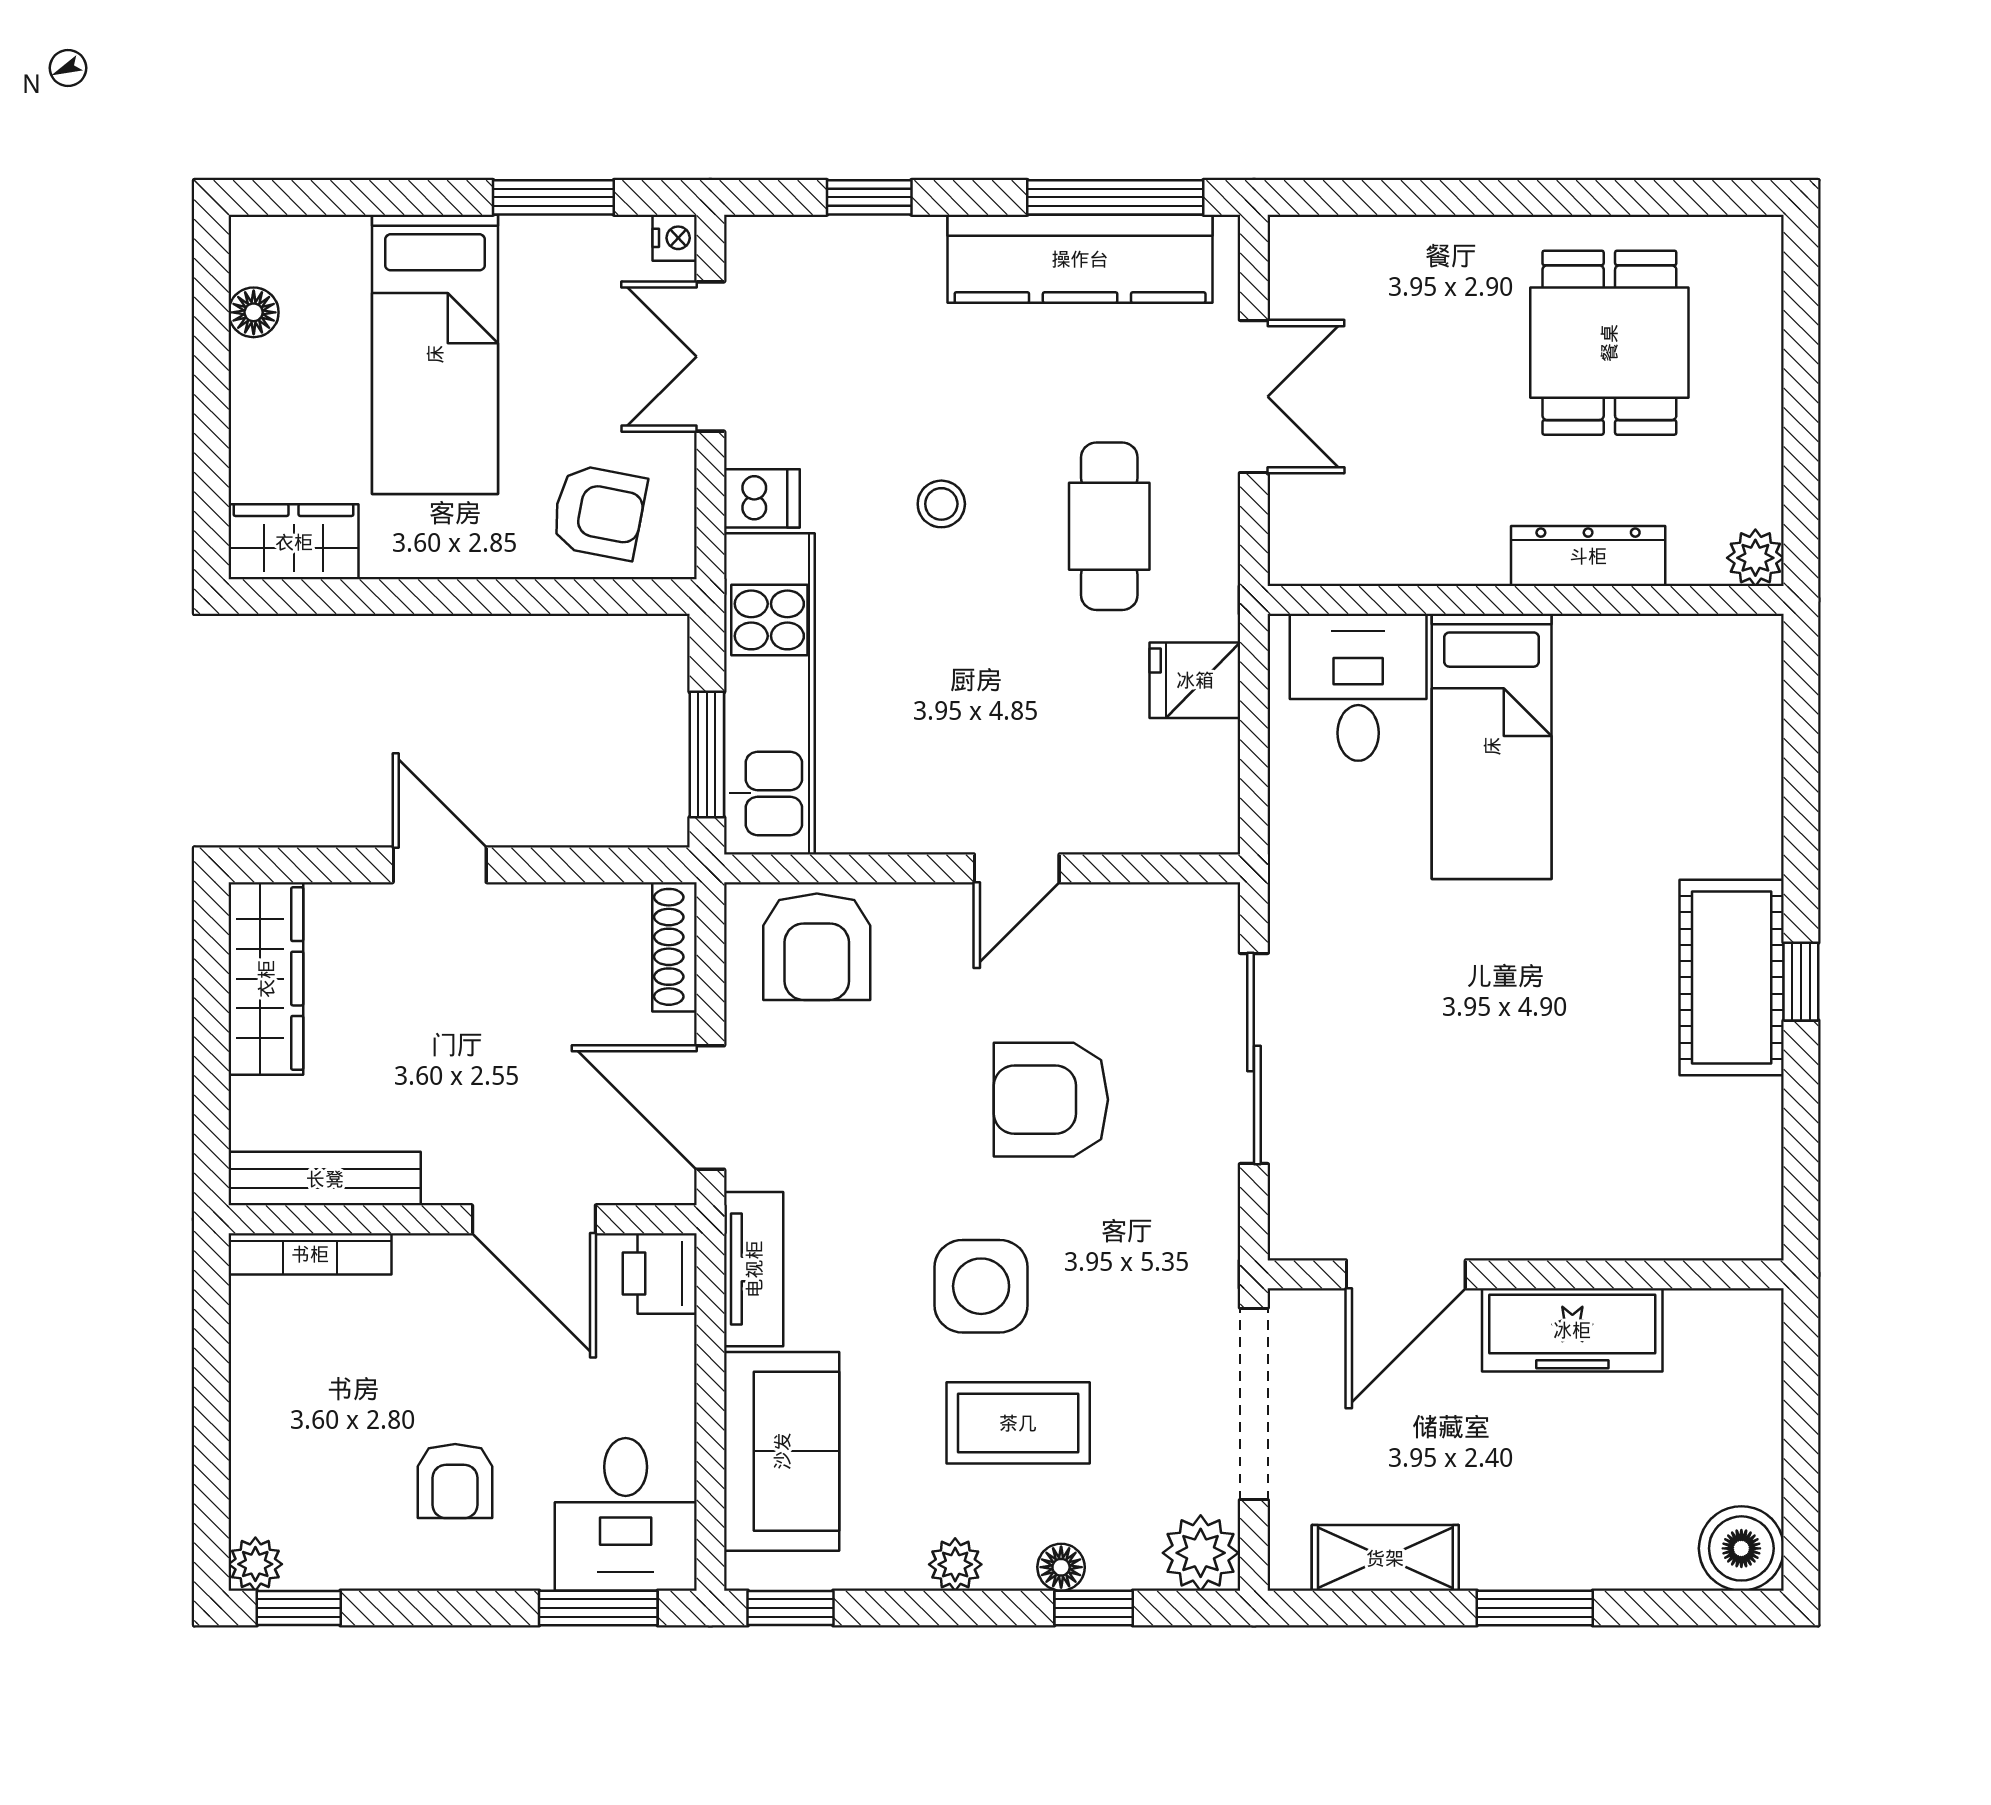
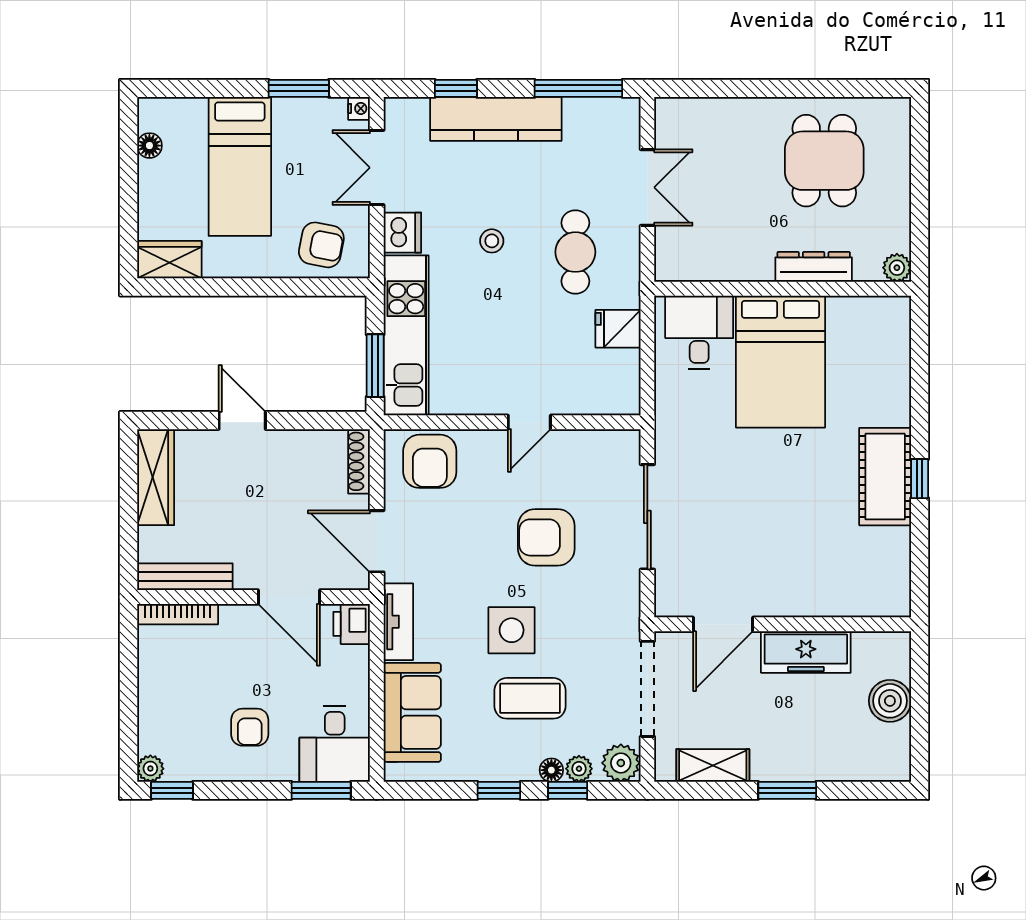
kitchen counter: (1080, 259) -> (496, 119), moved
dishwasher: (762, 498) -> (402, 233), width x1.38
bed: (1492, 746) -> (781, 362), width x1.50
boiler: (1741, 1548) -> (890, 701), moved
plant: (955, 1564) -> (579, 769), moved
window: (790, 1608) -> (499, 790), moved

